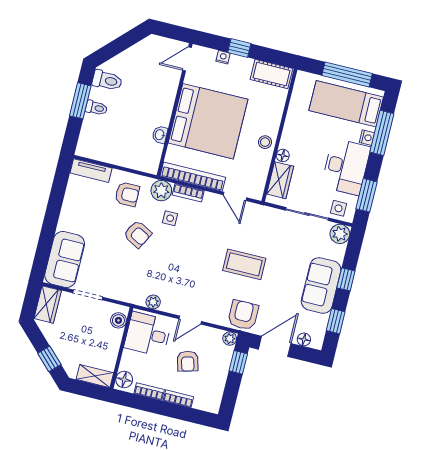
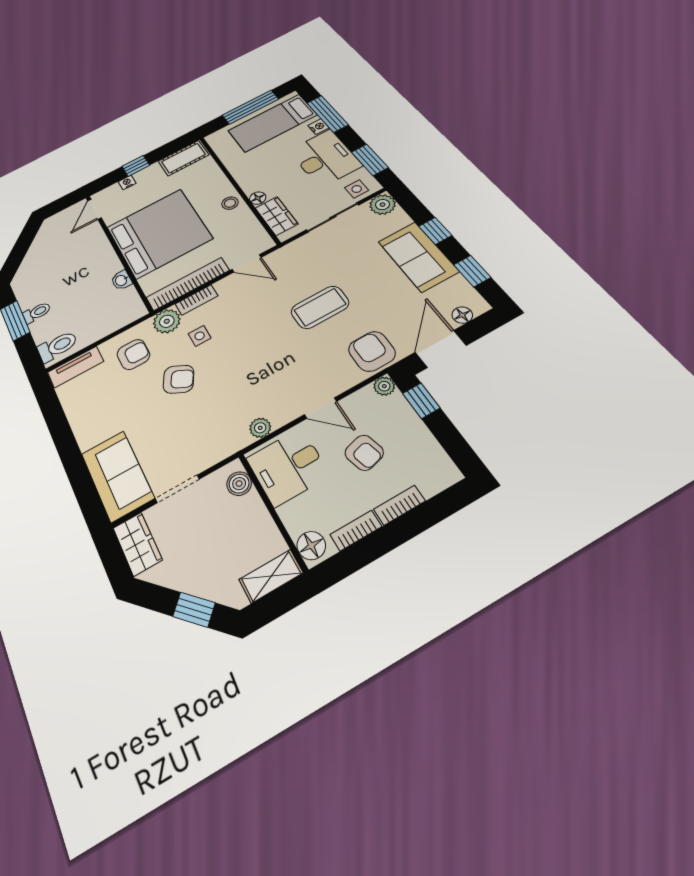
toilet: (107, 80) -> (57, 346), moved
door: (190, 320) -> (321, 408), hinge flipped

